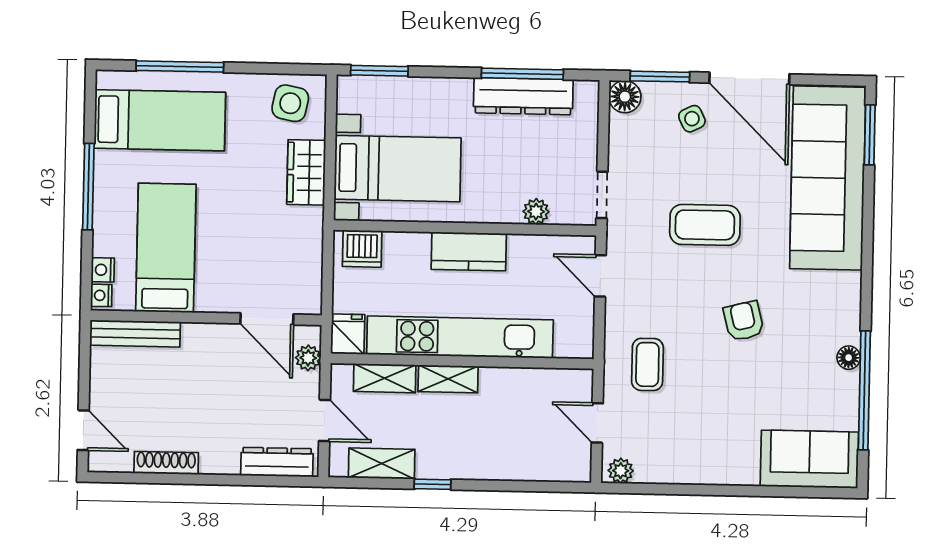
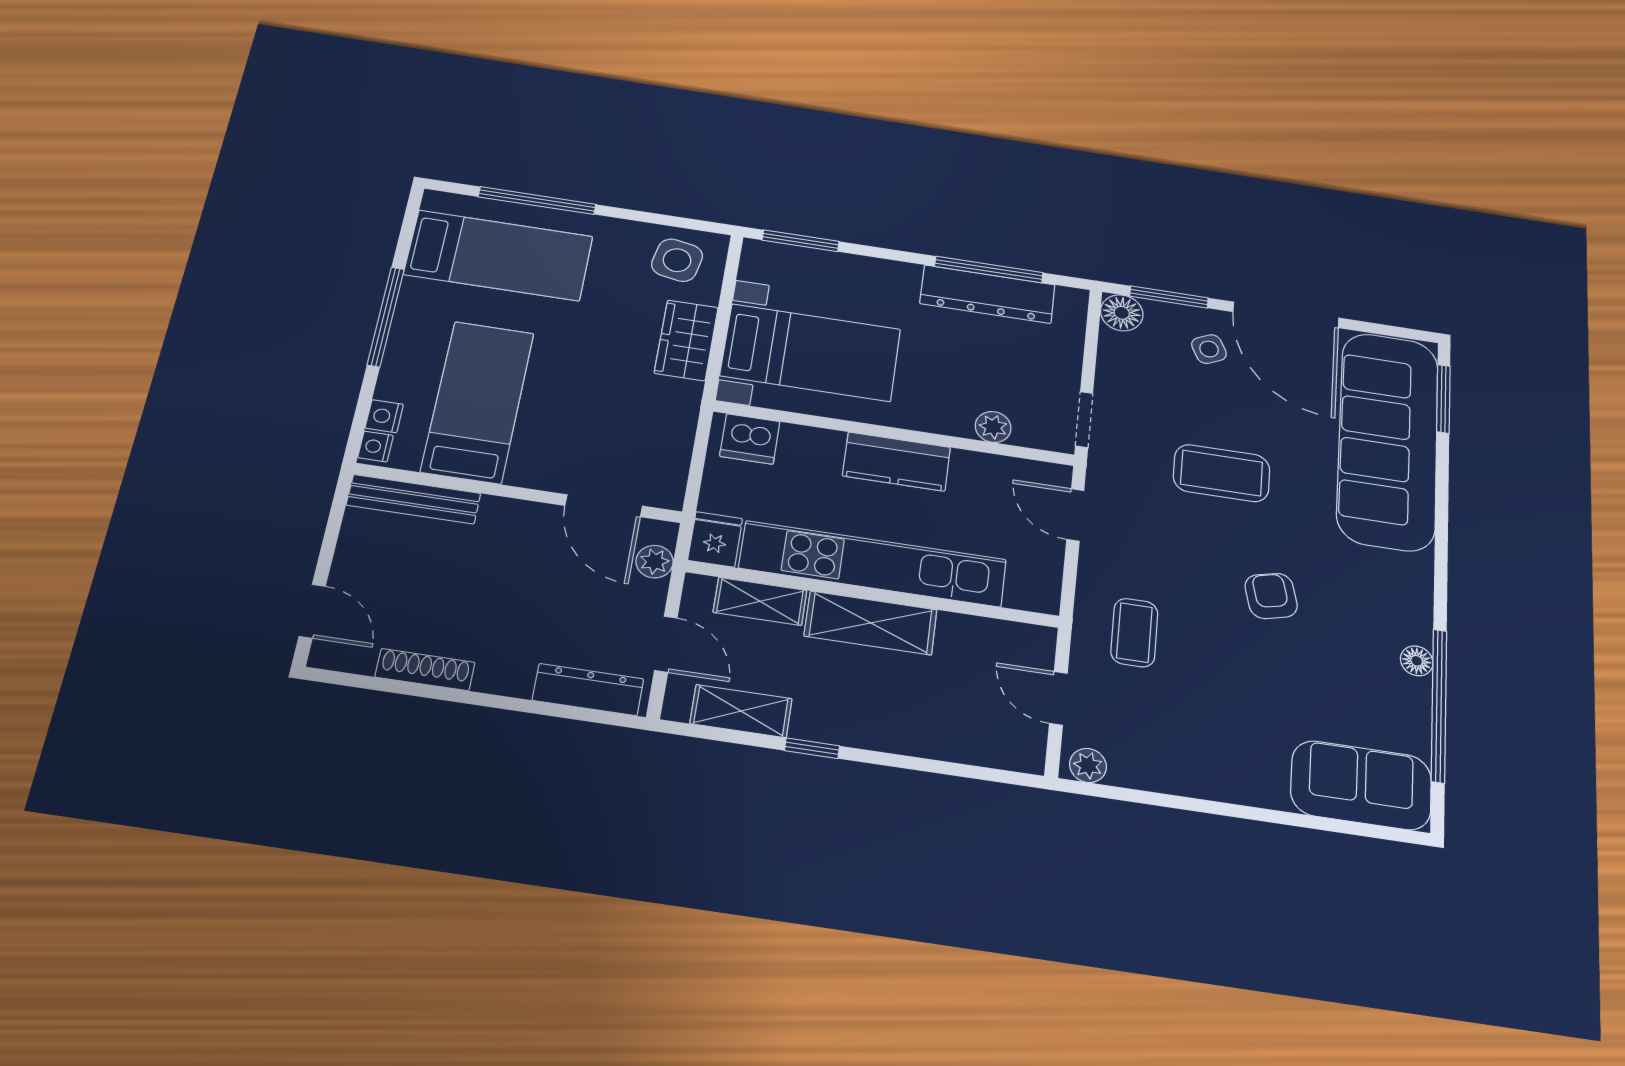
shelving: (448, 379) -> (871, 623), width x1.50, depth x1.33

